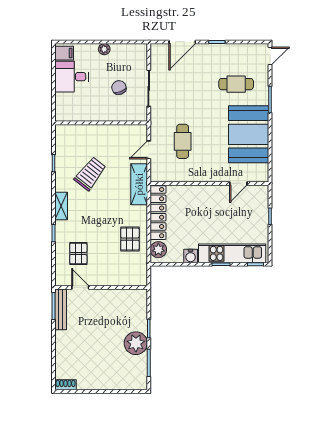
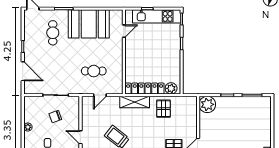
door: (90, 123) -> (80, 137), added
door: (149, 150) -> (100, 95), hinge flipped
door: (238, 183) -> (124, 31), hinge flipped
shelving: (139, 184) -> (135, 102), moved
pallet: (130, 239) -> (163, 109), turned 90
kitchen unit: (232, 253) -> (157, 16), moved, turned -90
water cooler: (191, 256) -> (176, 65), removed
plant: (136, 343) -> (207, 104), moved

